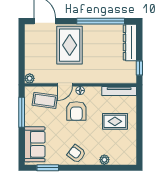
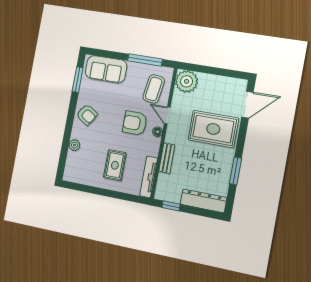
window: (101, 21) -> (235, 171), width x0.47
plant: (30, 78) -> (187, 81), width x1.88, depth x1.88
bench: (101, 79) -> (167, 158), added
armchair: (76, 154) -> (87, 115), turned 85

